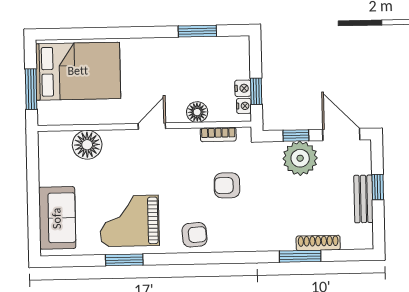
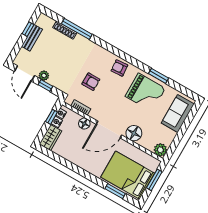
window: (197, 31) -> (115, 191), moved
wardrobe: (238, 57) -> (51, 138), added
door: (152, 126) -> (109, 130), width x1.88
plant: (50, 143) -> (160, 150), added
floor lamp: (87, 145) -> (134, 133), moved
plant: (300, 158) -> (44, 76), width x0.53, depth x0.53
window: (378, 187) -> (28, 29), moved
window: (300, 256) -> (77, 29), width x1.44

